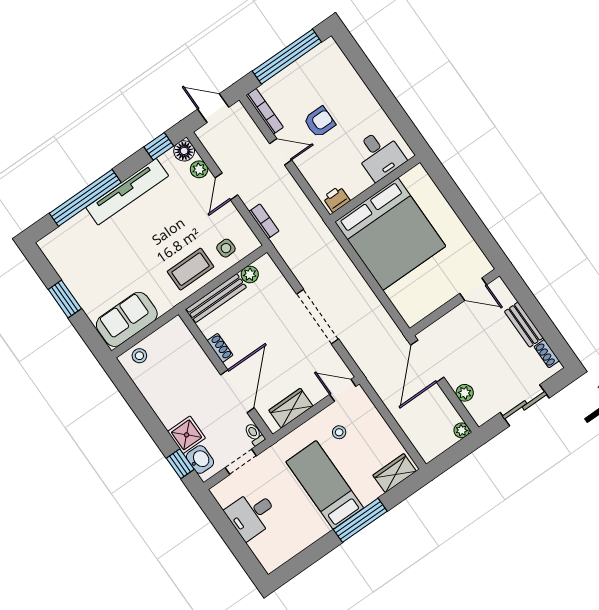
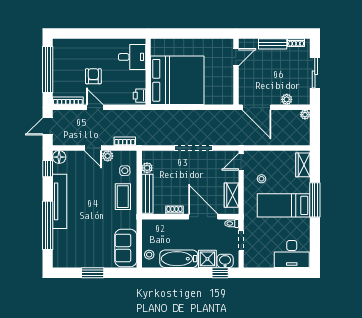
door: (281, 152) -> (95, 107), hinge flipped
plant: (199, 169) -> (108, 156), moved
bathtub: (161, 398) -> (179, 259), added
desk: (252, 514) -> (292, 254), moved, width x1.37

